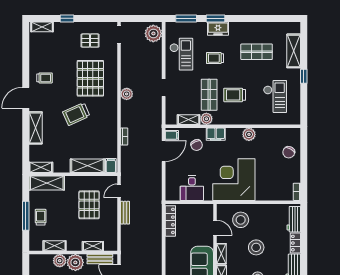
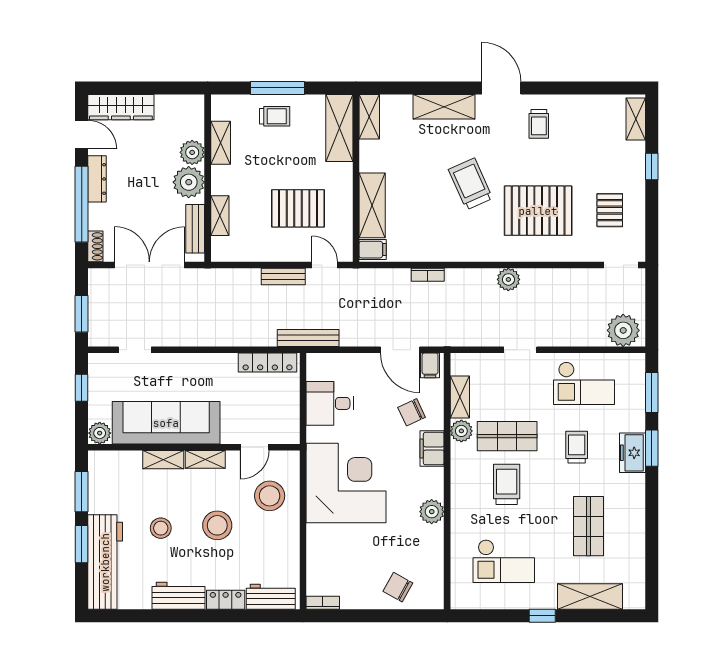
bench: (157, 200) -> (308, 338), added

